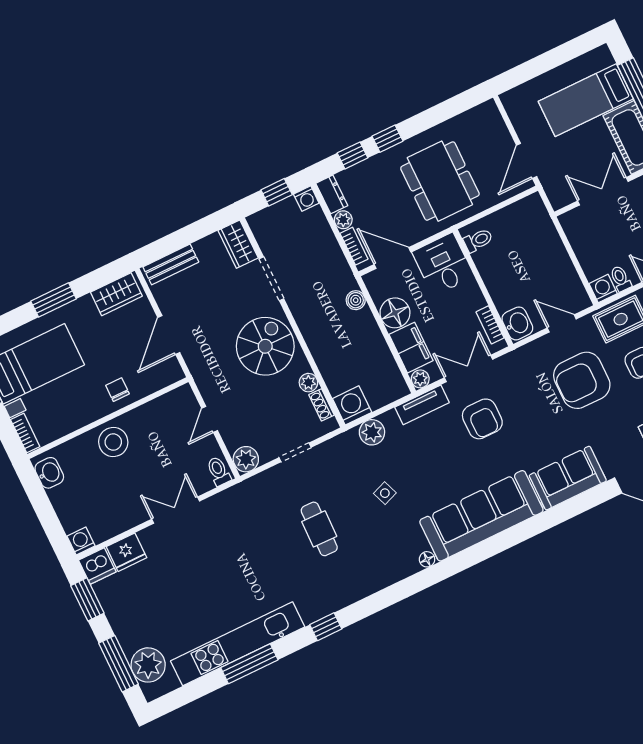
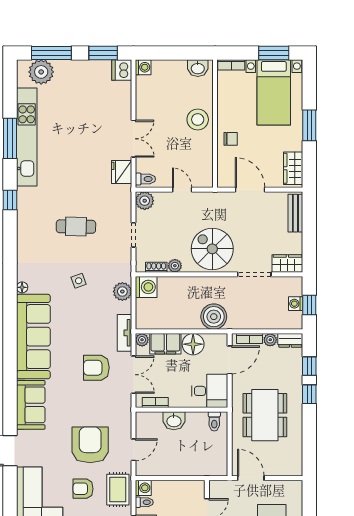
dining table: (440, 181) -> (265, 415), turned 90
washing machine: (306, 199) -> (296, 304), moved
boiler: (356, 300) -> (214, 317), width x1.86, depth x1.86
washbasin: (517, 323) -> (174, 421), moved
spiral stairs: (265, 346) -> (212, 249), turned 180
fridge: (126, 552) -> (122, 172), moved

